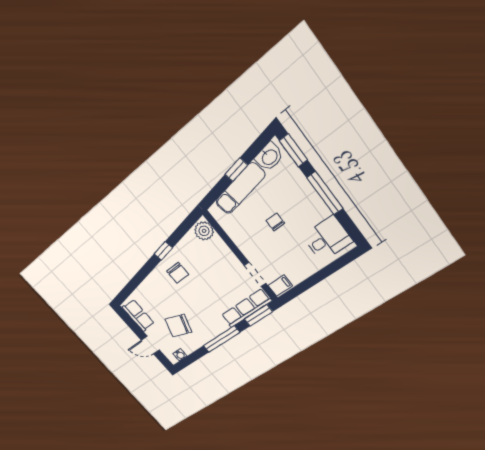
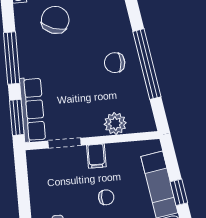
plant: (204, 231) -> (115, 124), moved
window: (163, 251) -> (147, 64), width x3.17
filing cabinet: (280, 286) -> (96, 156), moved

